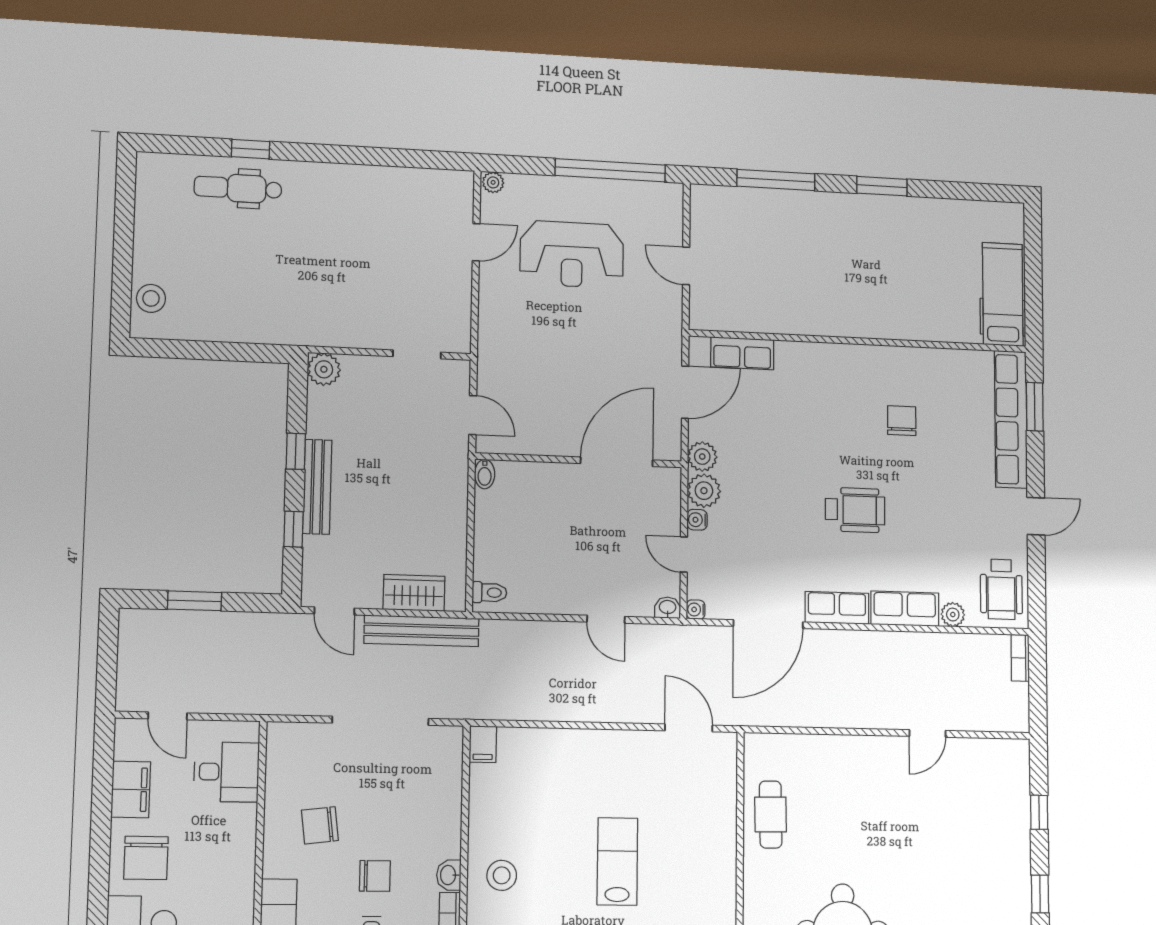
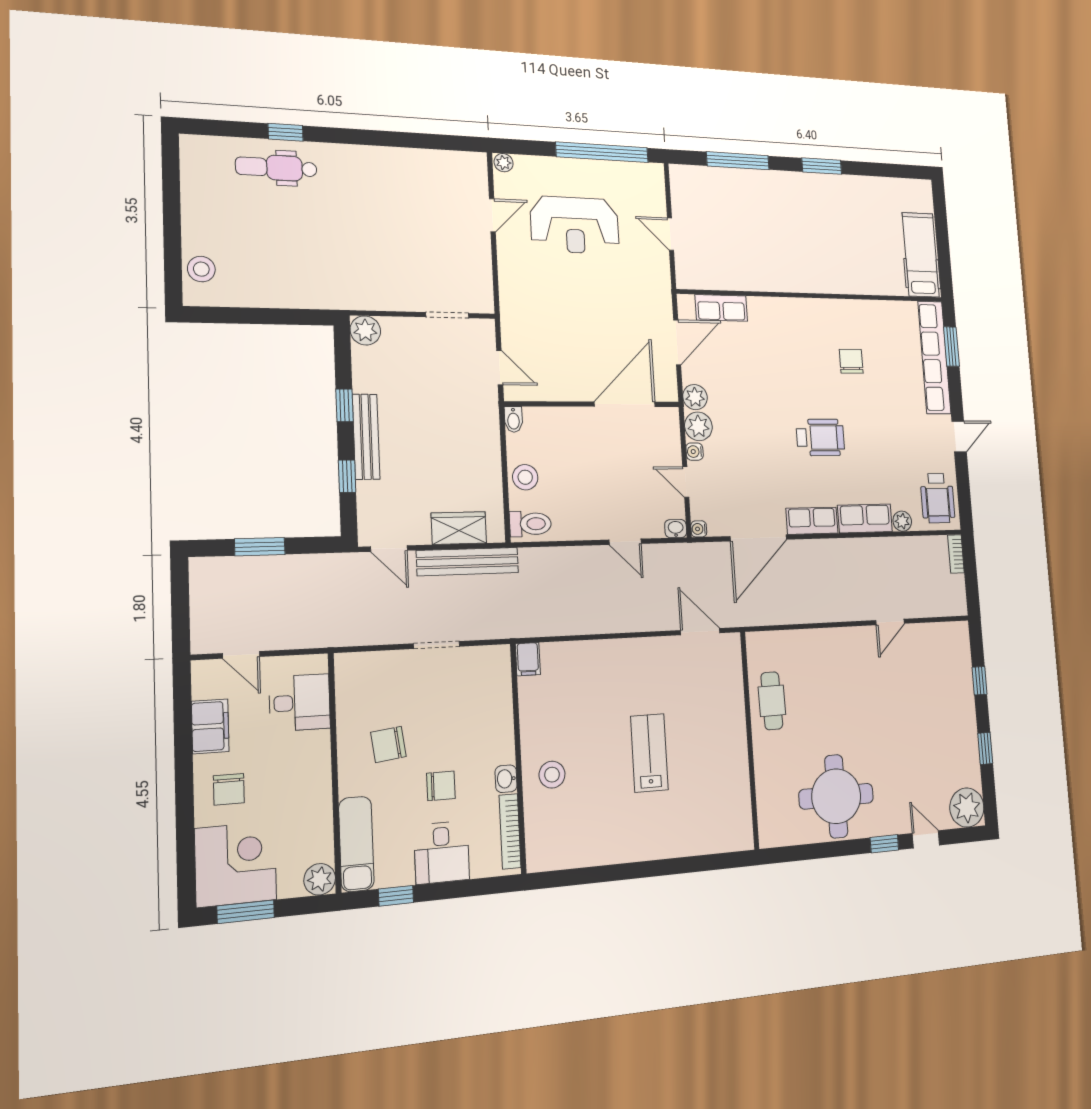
stool: (494, 540) -> (525, 477), added
toilet: (489, 592) -> (530, 524), width x1.37, depth x1.39
doorway: (380, 721) -> (437, 645), width x0.53
chair: (146, 858) -> (229, 789), width x0.73, depth x0.73

